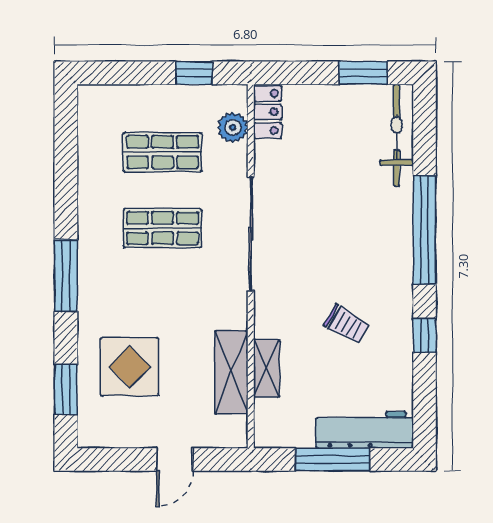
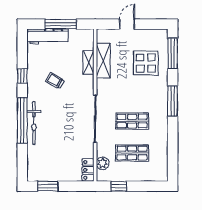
bicycle: (397, 135) -> (34, 123), moved
window: (66, 389) -> (173, 53), width x1.44

